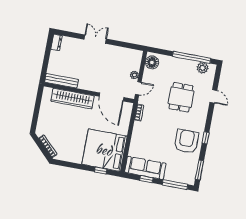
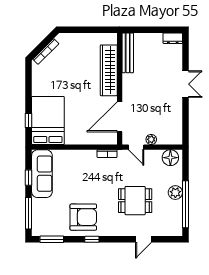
plant: (203, 68) -> (175, 193), moved
bed: (104, 150) -> (48, 121), width x0.73

